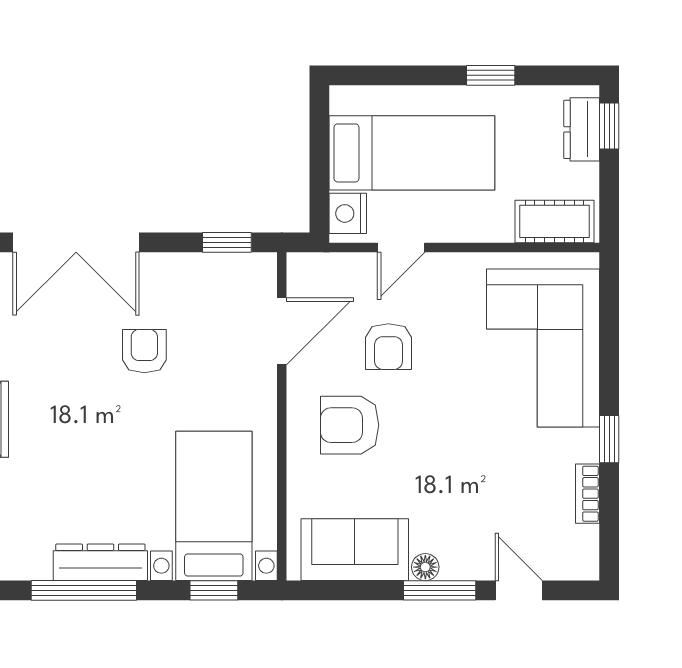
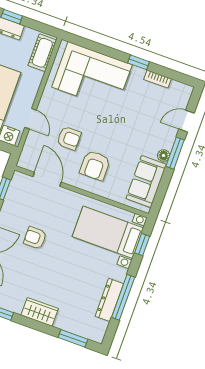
dresser: (100, 562) -> (109, 300), moved

